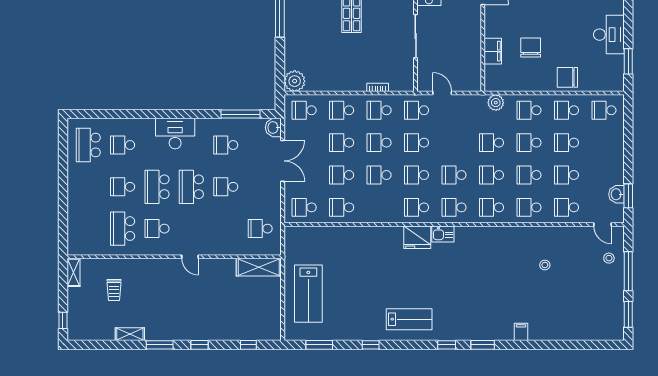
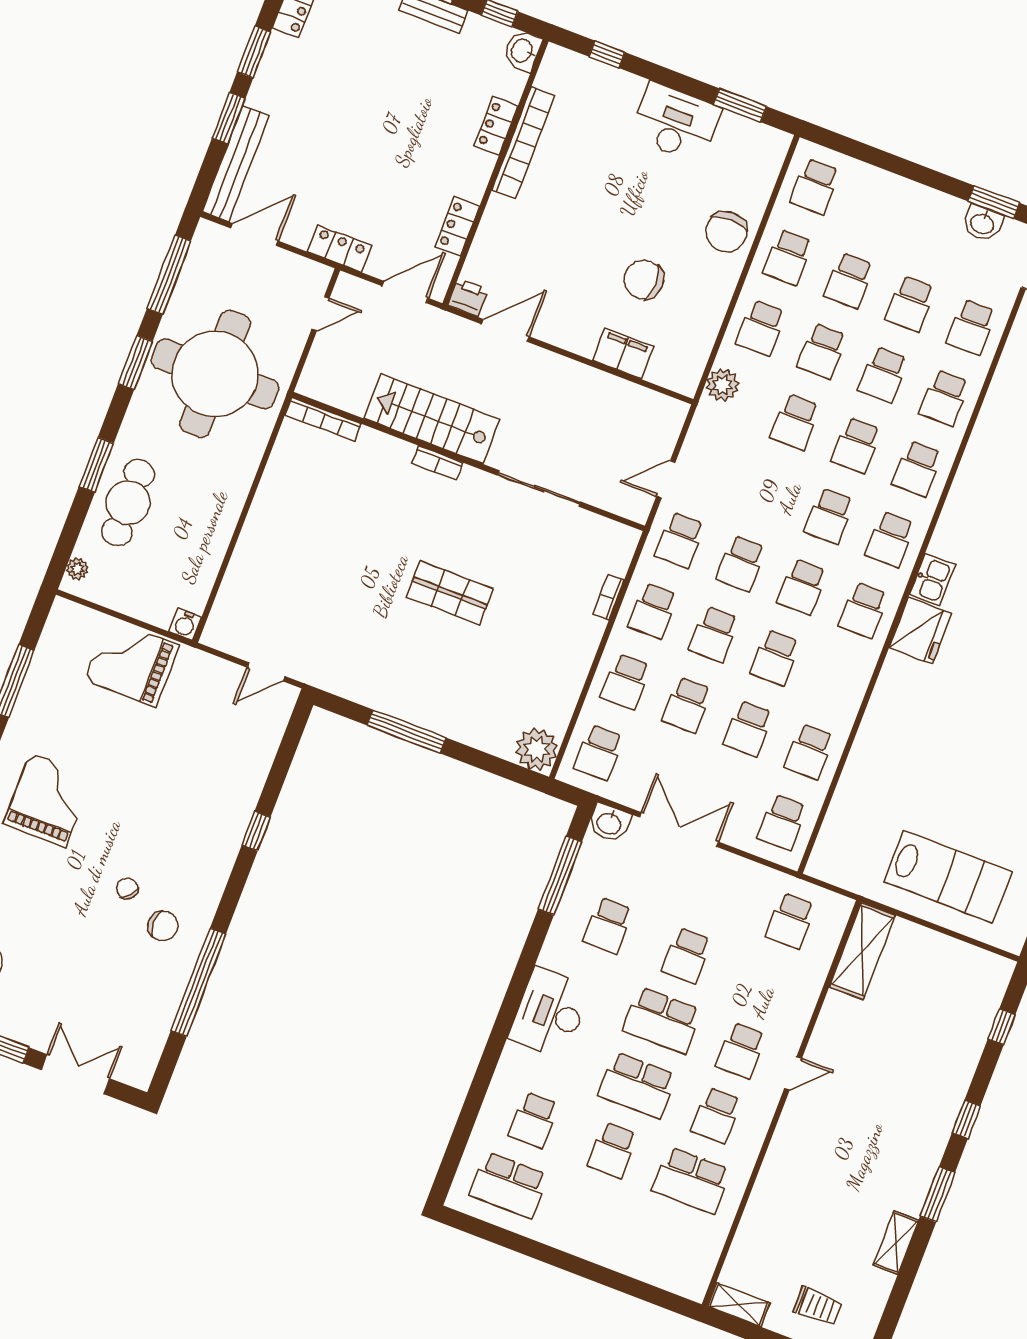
school desk: (191, 229) -> (741, 1050), added
trolley: (114, 290) -> (818, 1306), moved

